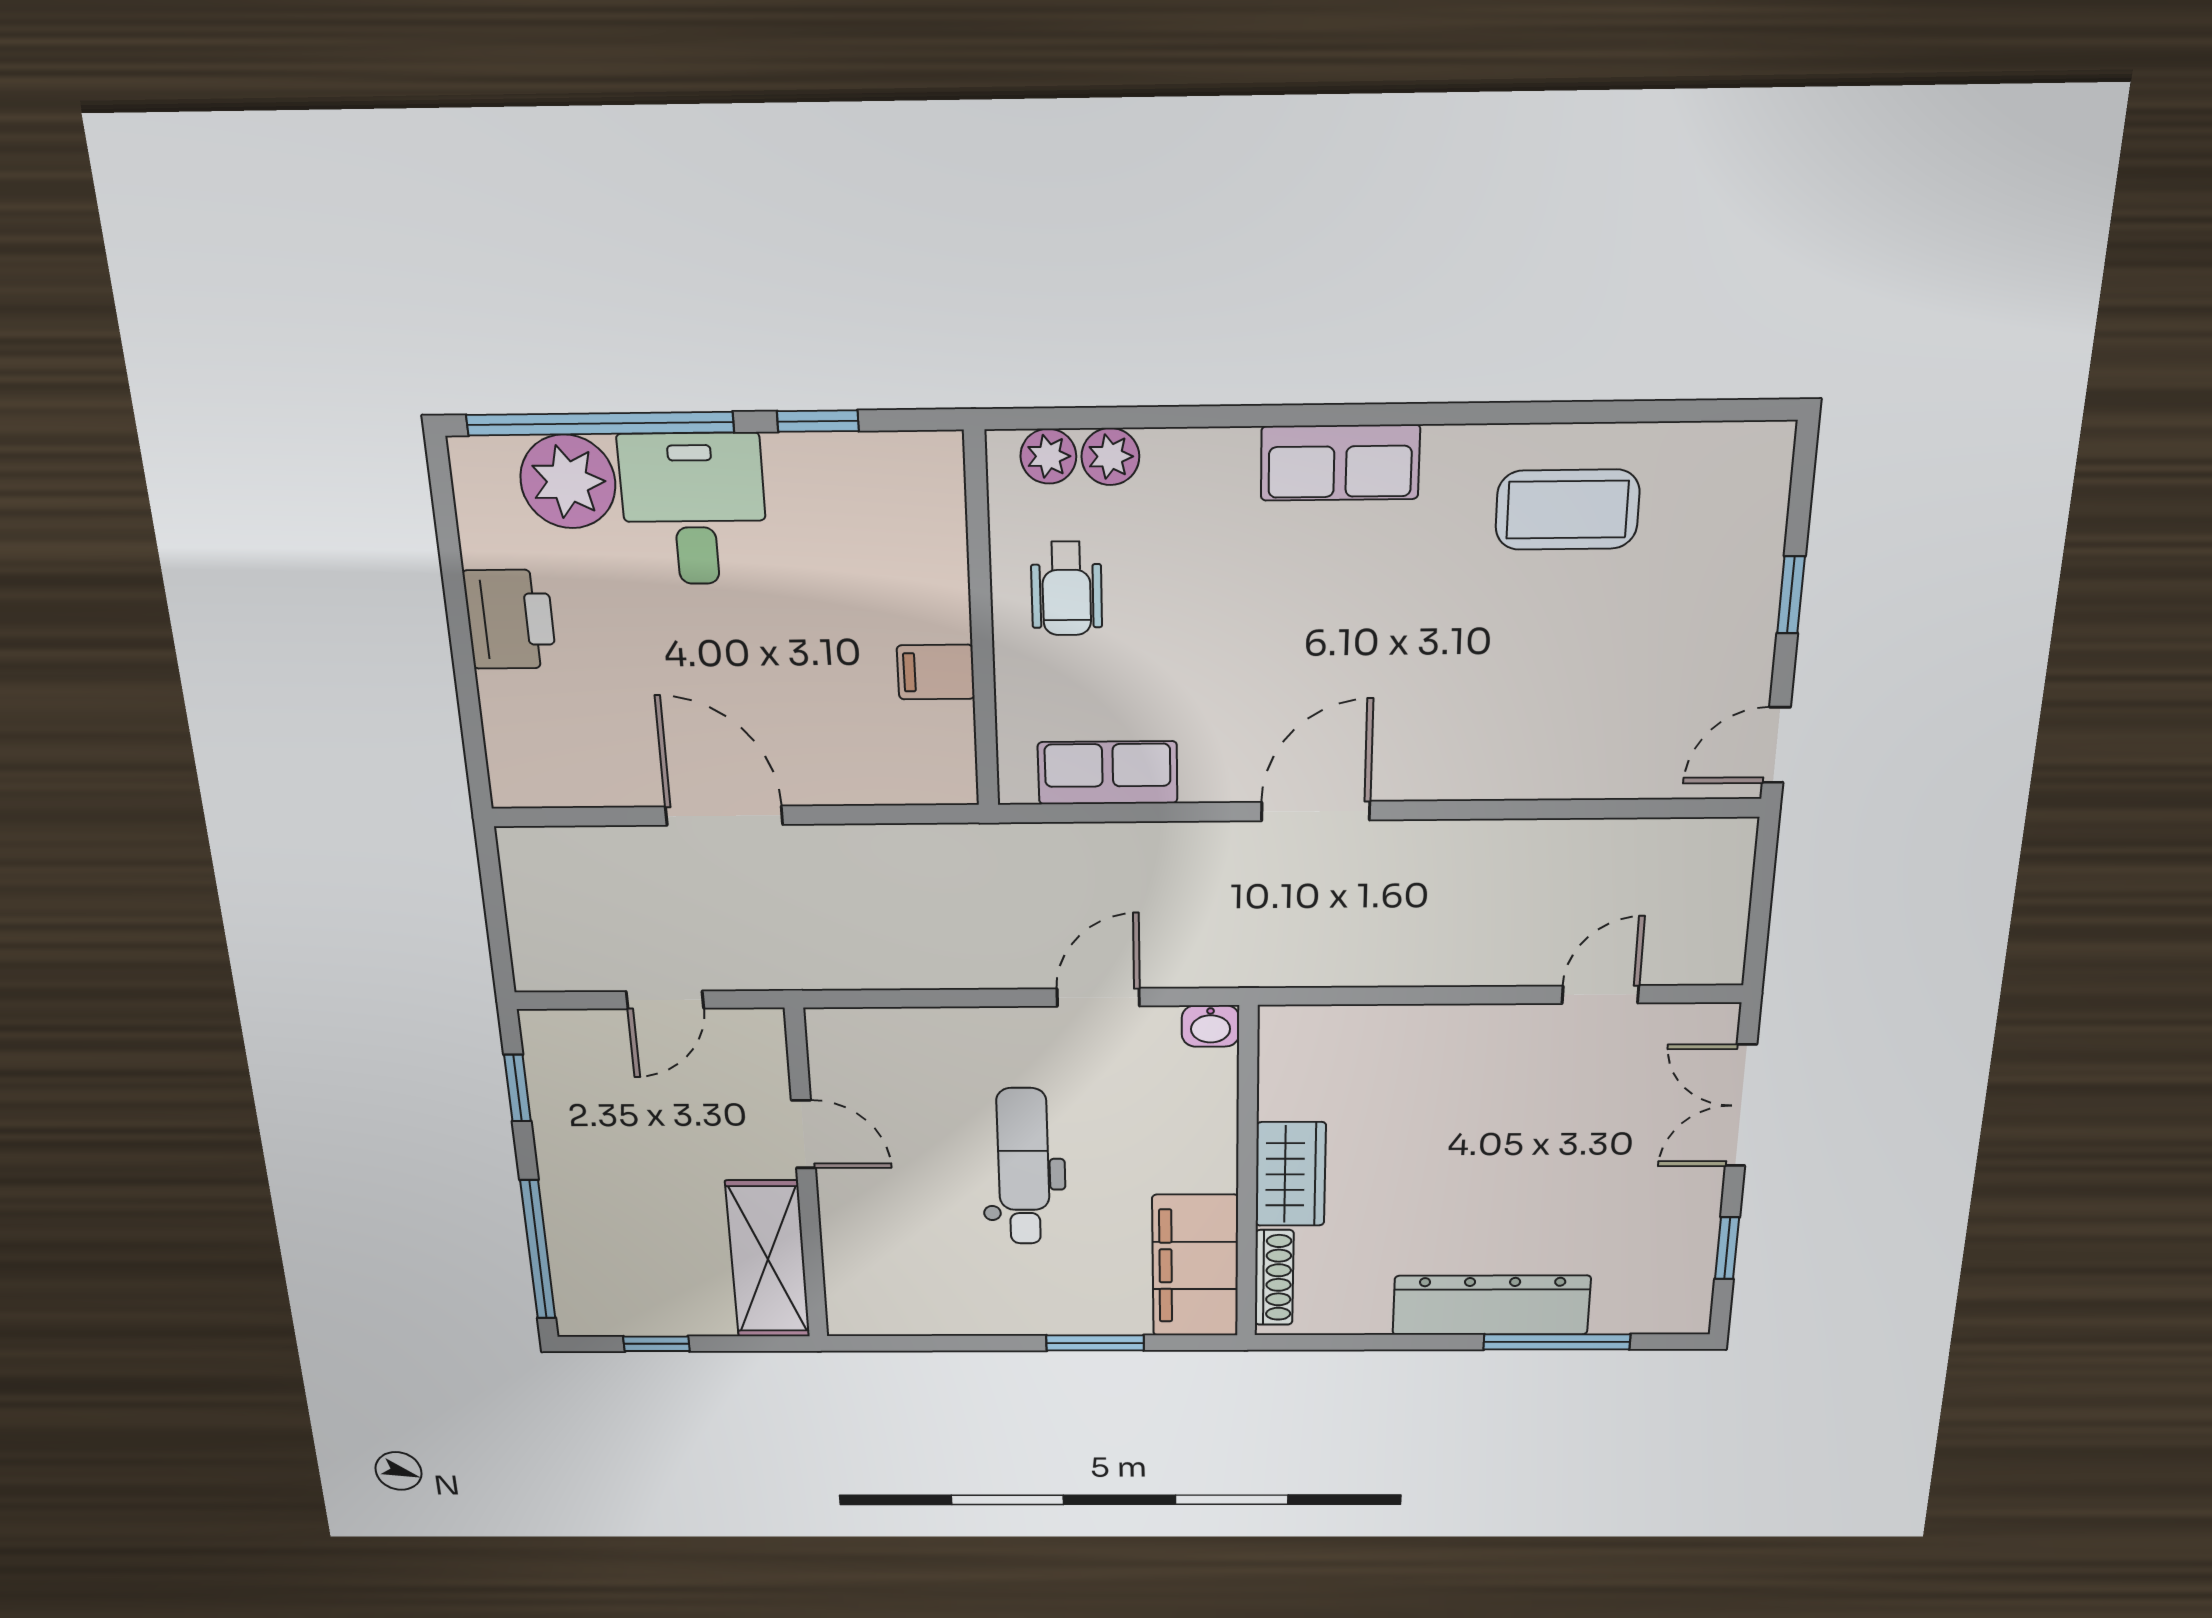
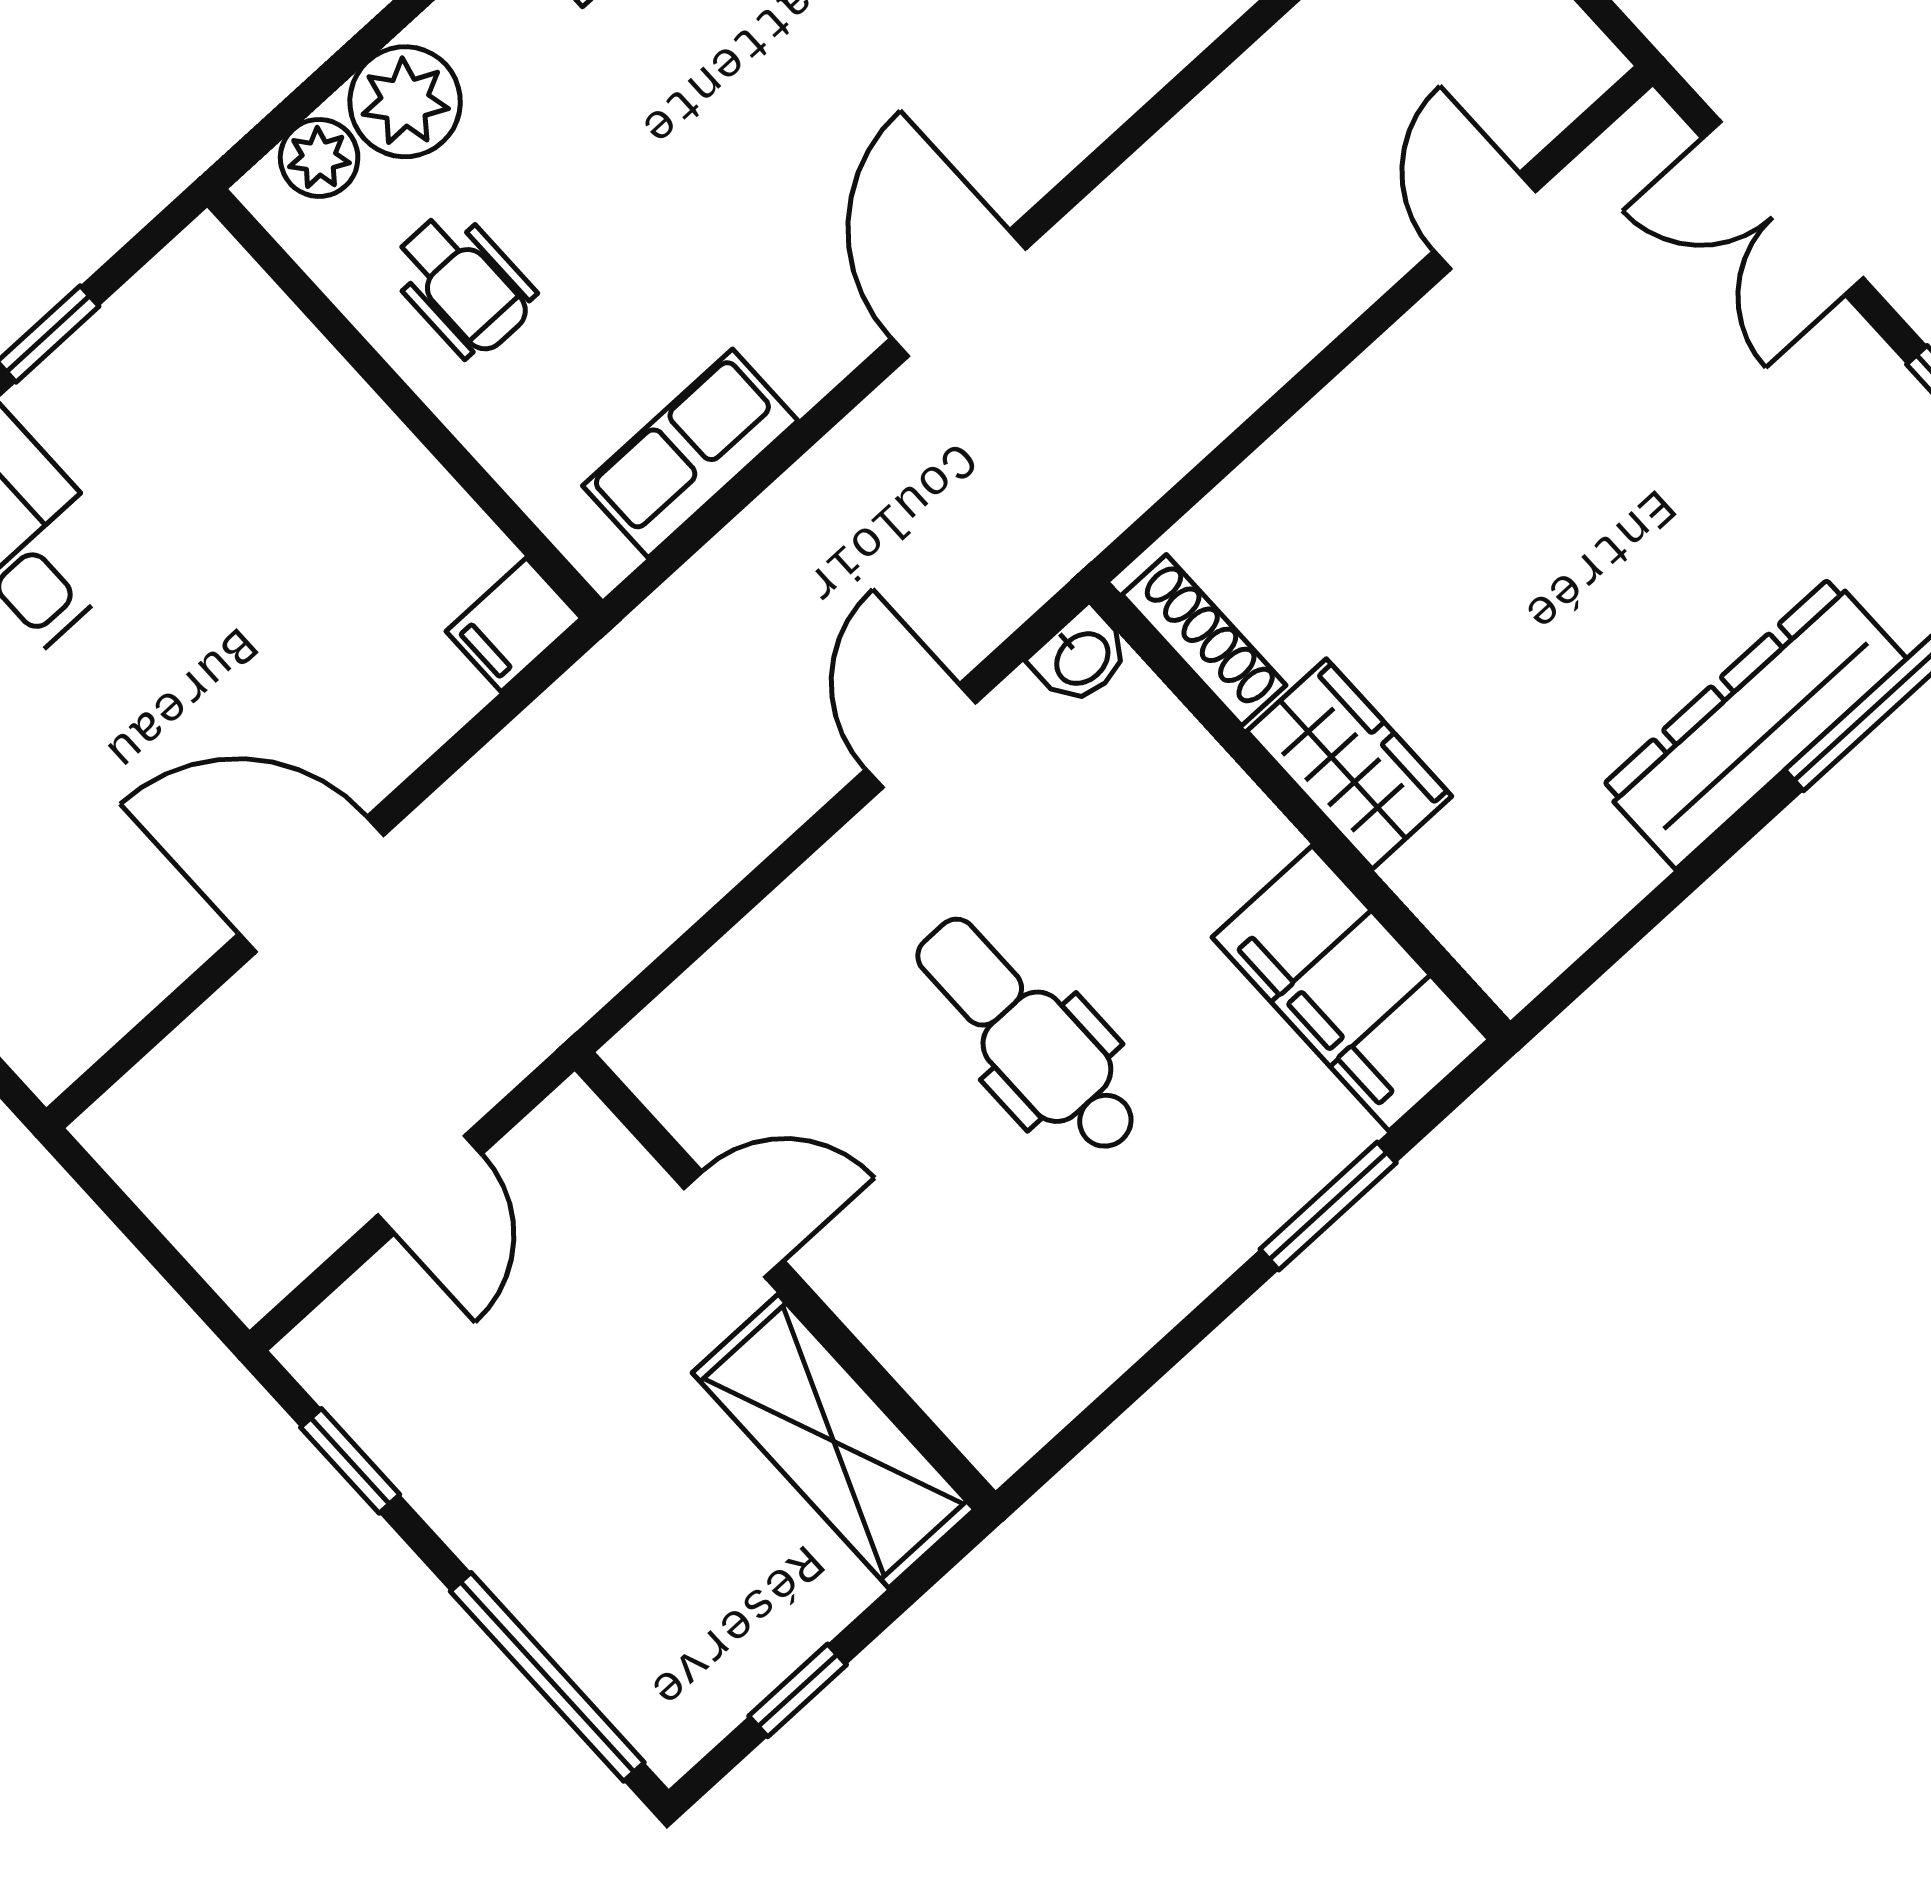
plant: (1110, 457) -> (405, 102), width x1.38, depth x1.38
filing cabinet: (936, 672) -> (514, 625), moved
shoe rack: (1274, 1278) -> (1204, 640), moved

